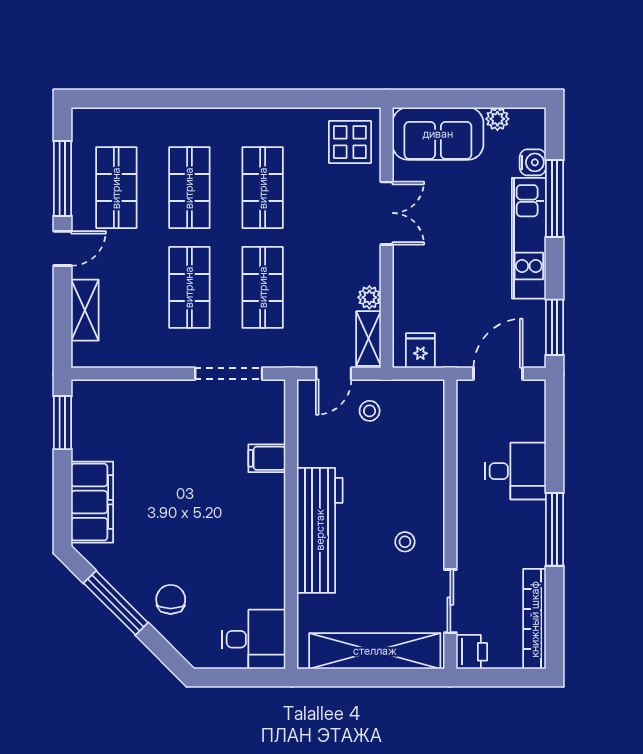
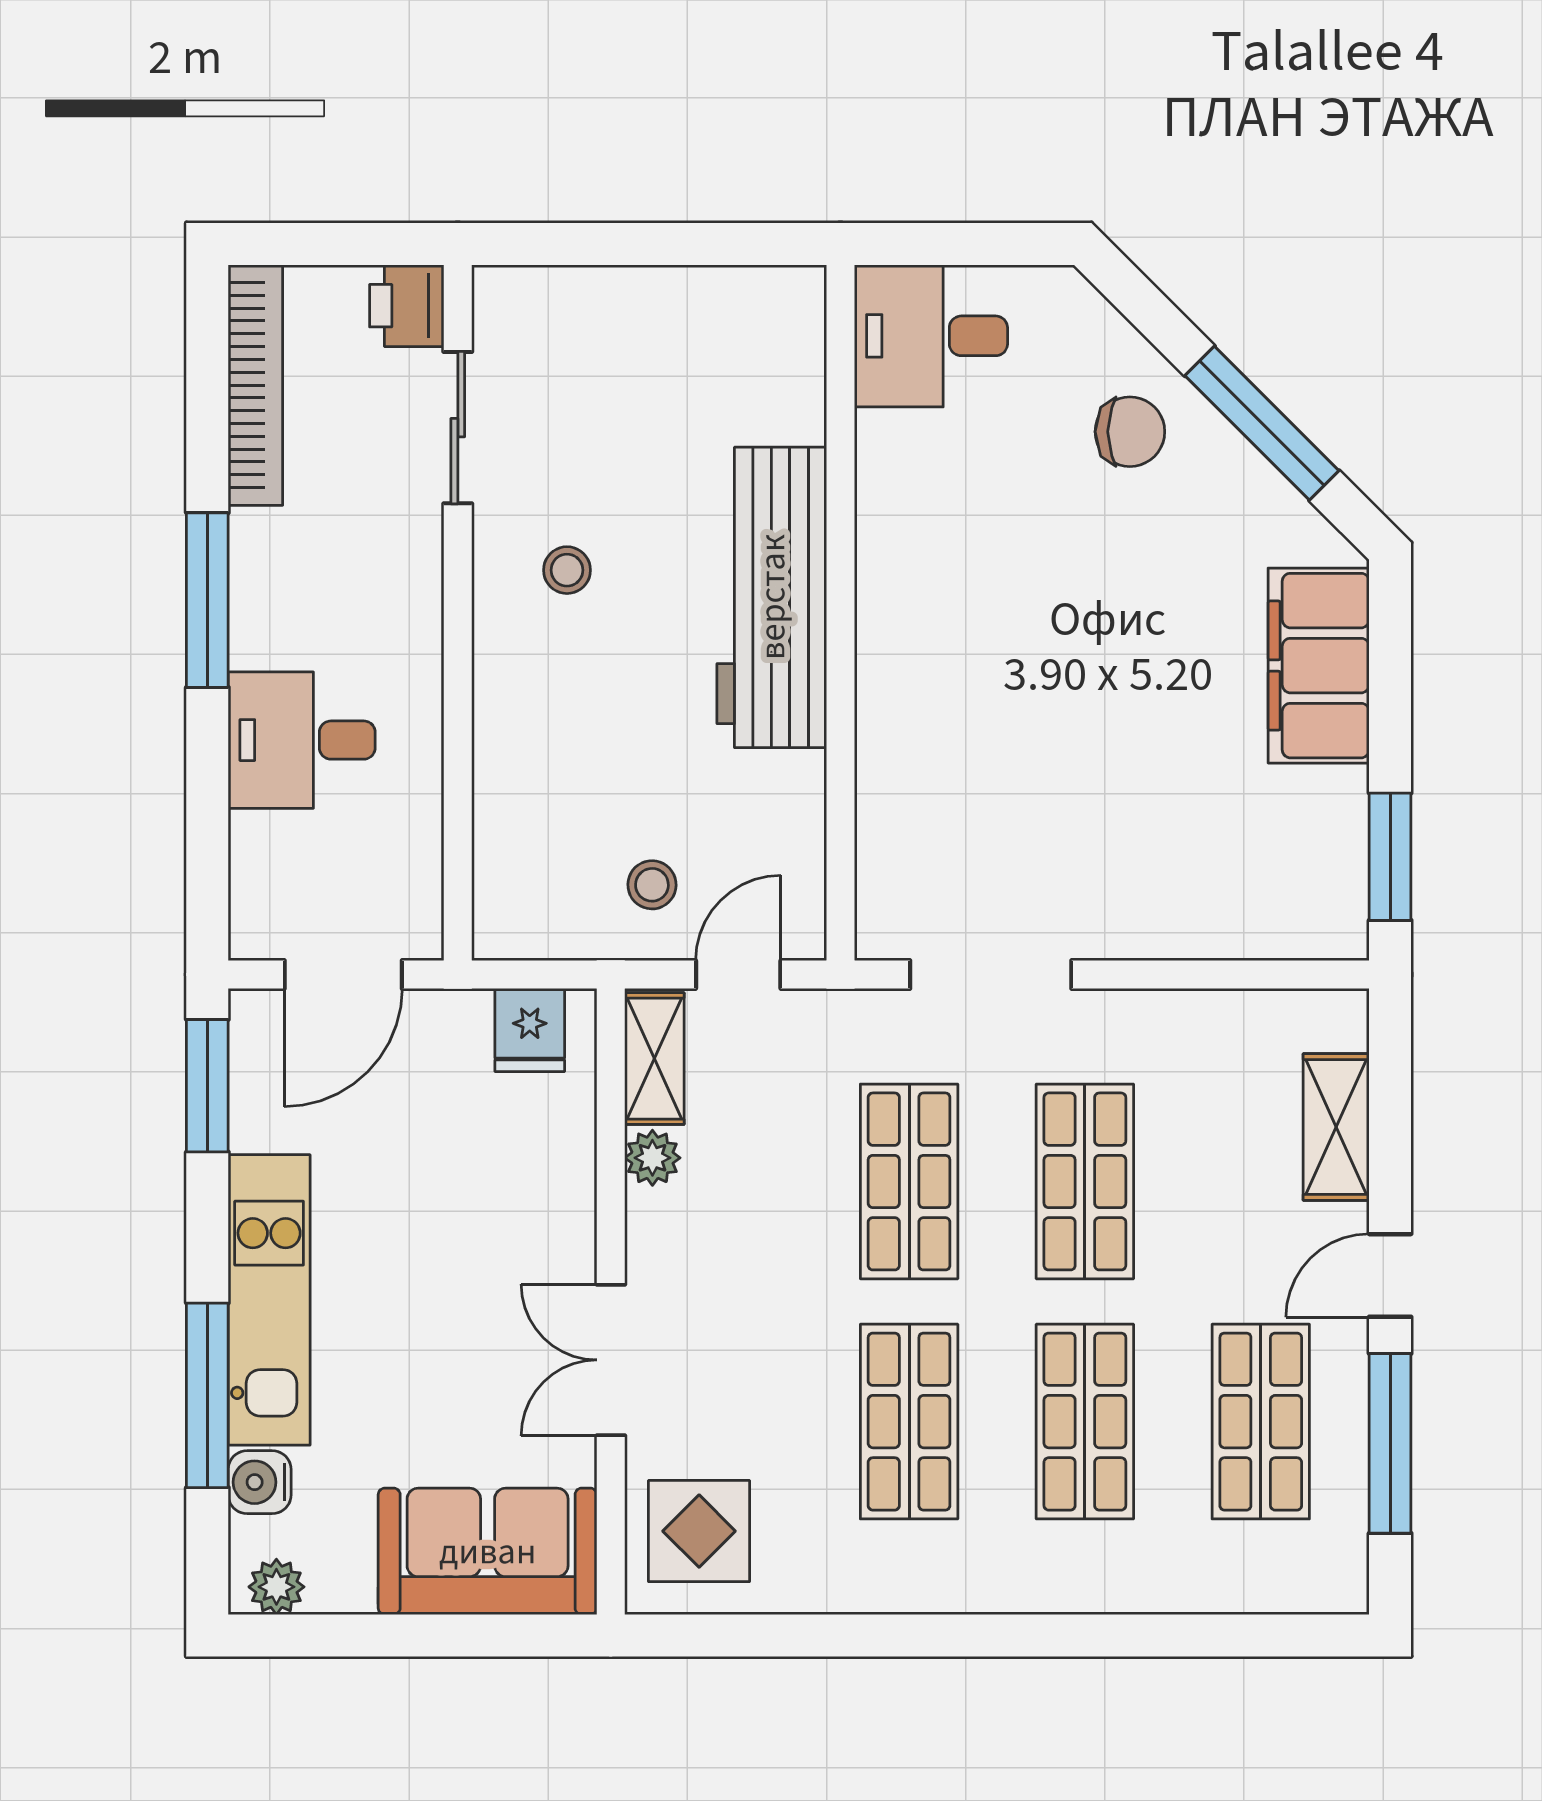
plant: (497, 119) -> (276, 1587), moved
filing cabinet: (267, 458) -> (899, 771), removed
chair: (171, 599) -> (1130, 432), turned -90
shelving: (375, 651) -> (639, 308), removed

